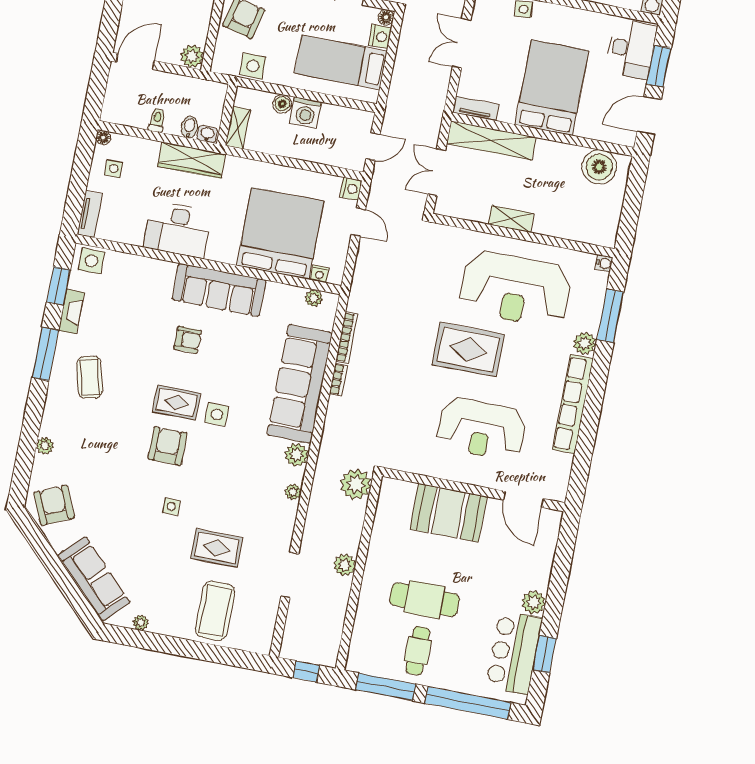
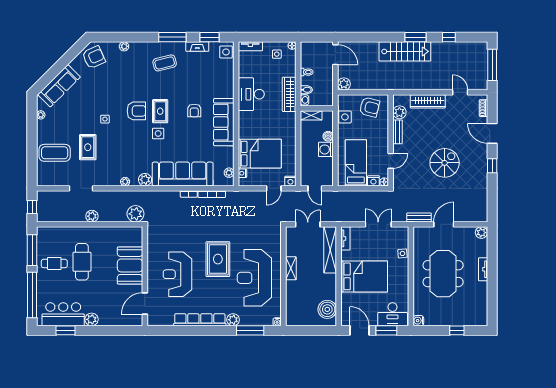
bed: (280, 233) -> (260, 154), width x0.73

